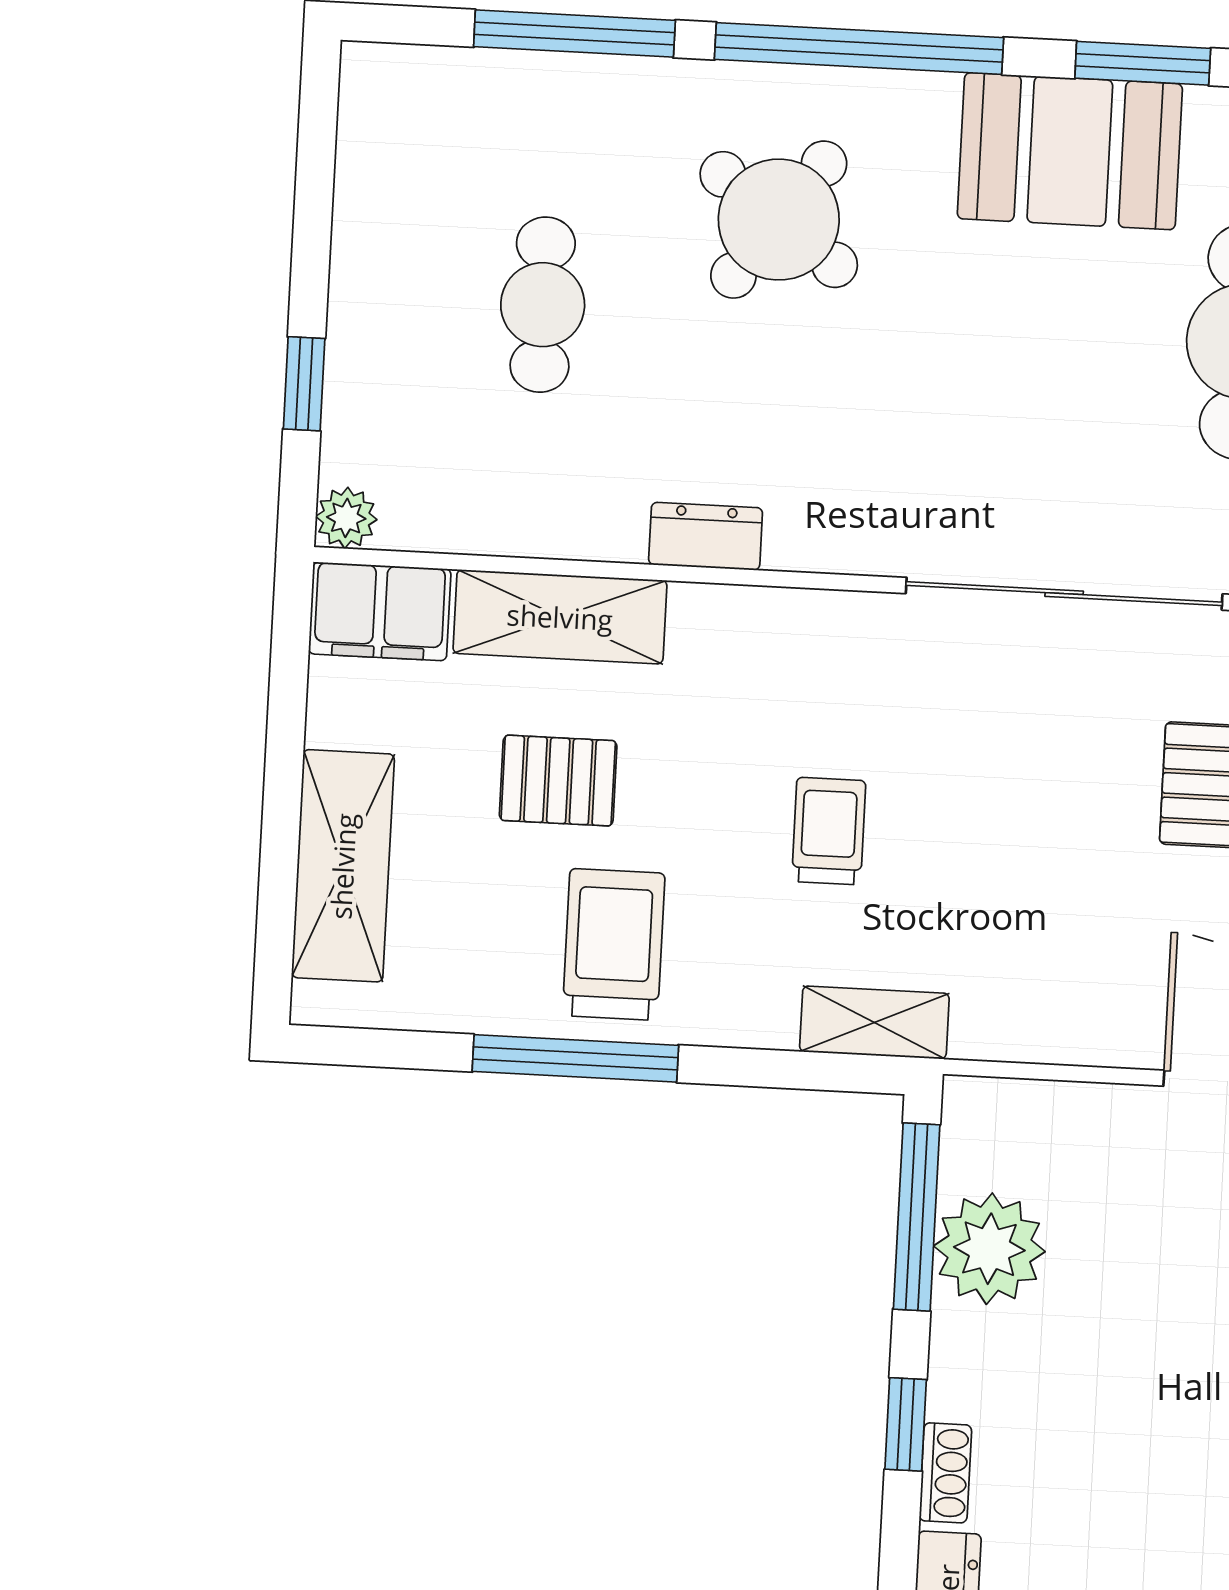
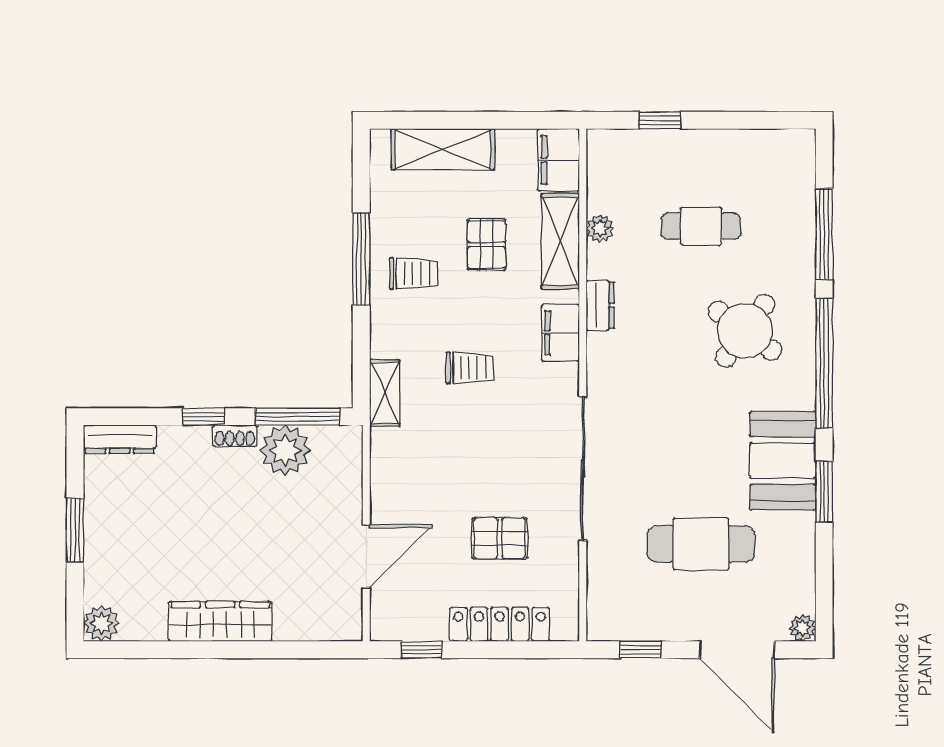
plant: (346, 518) -> (600, 229), moved
filing cabinet: (762, 627) -> (560, 333), added
trolley: (614, 944) -> (414, 273), width x0.73, depth x0.72
shoe rack: (945, 1473) -> (235, 436), moved

